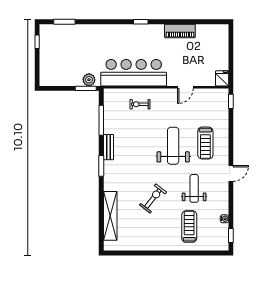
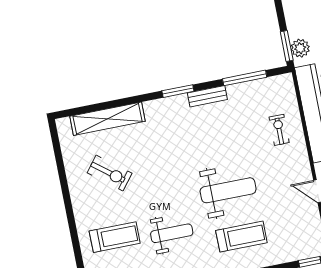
treadmill: (205, 143) -> (241, 237), turned 180
exercise bike: (153, 198) -> (110, 173), moved

